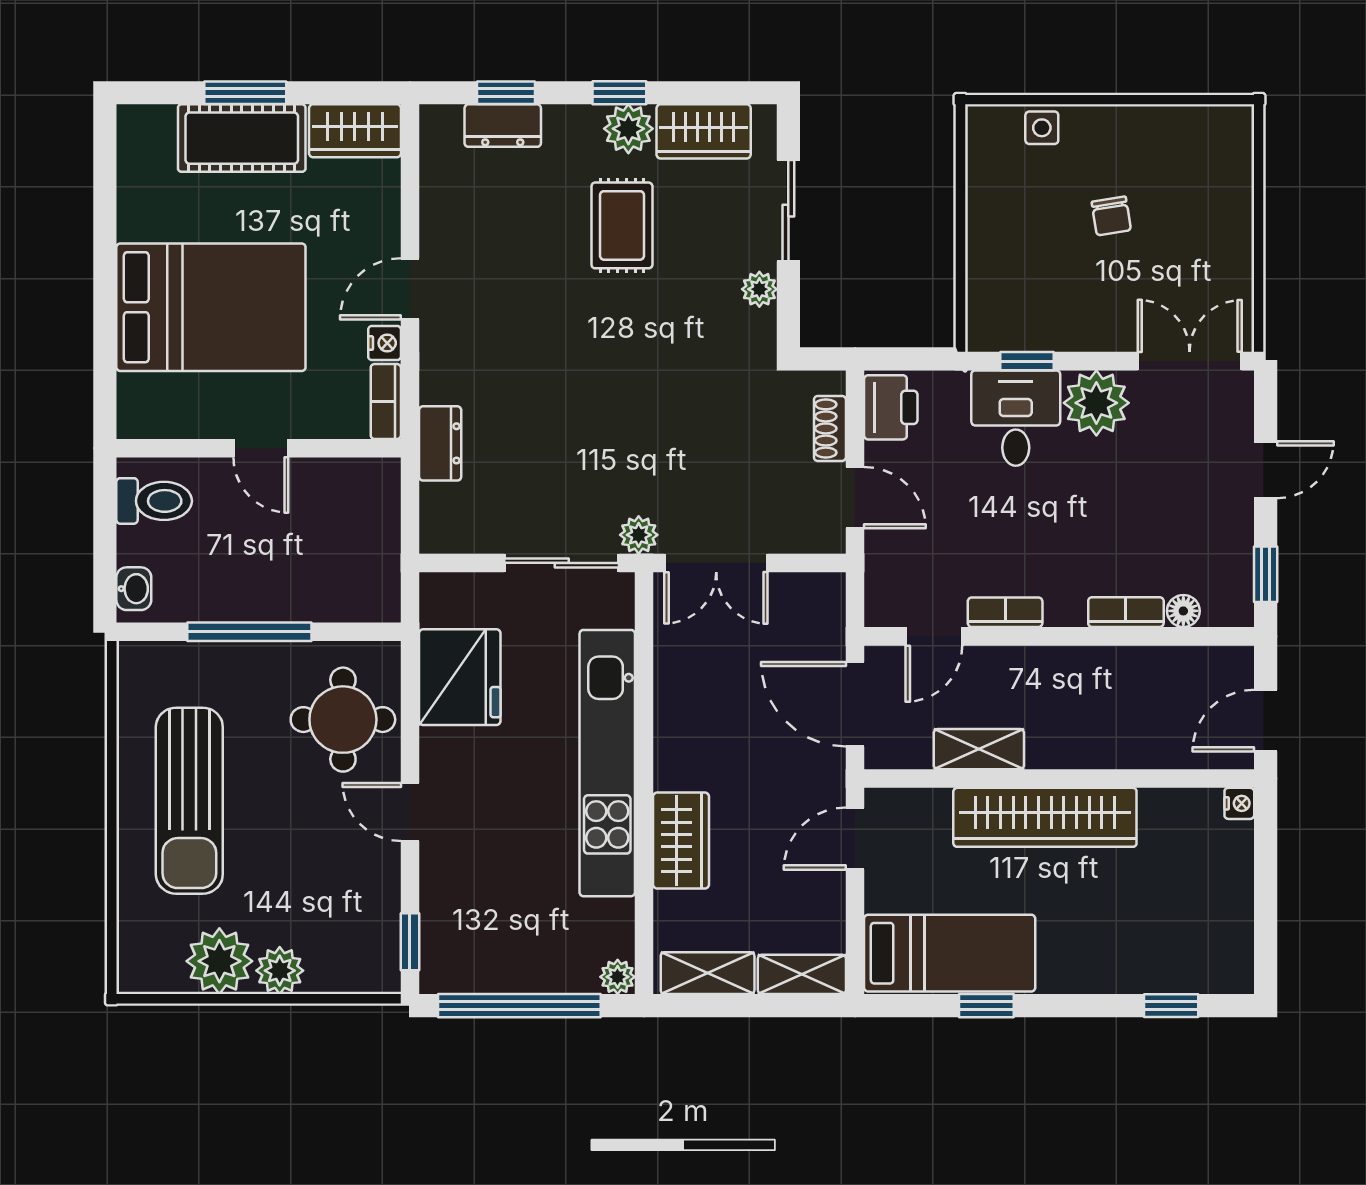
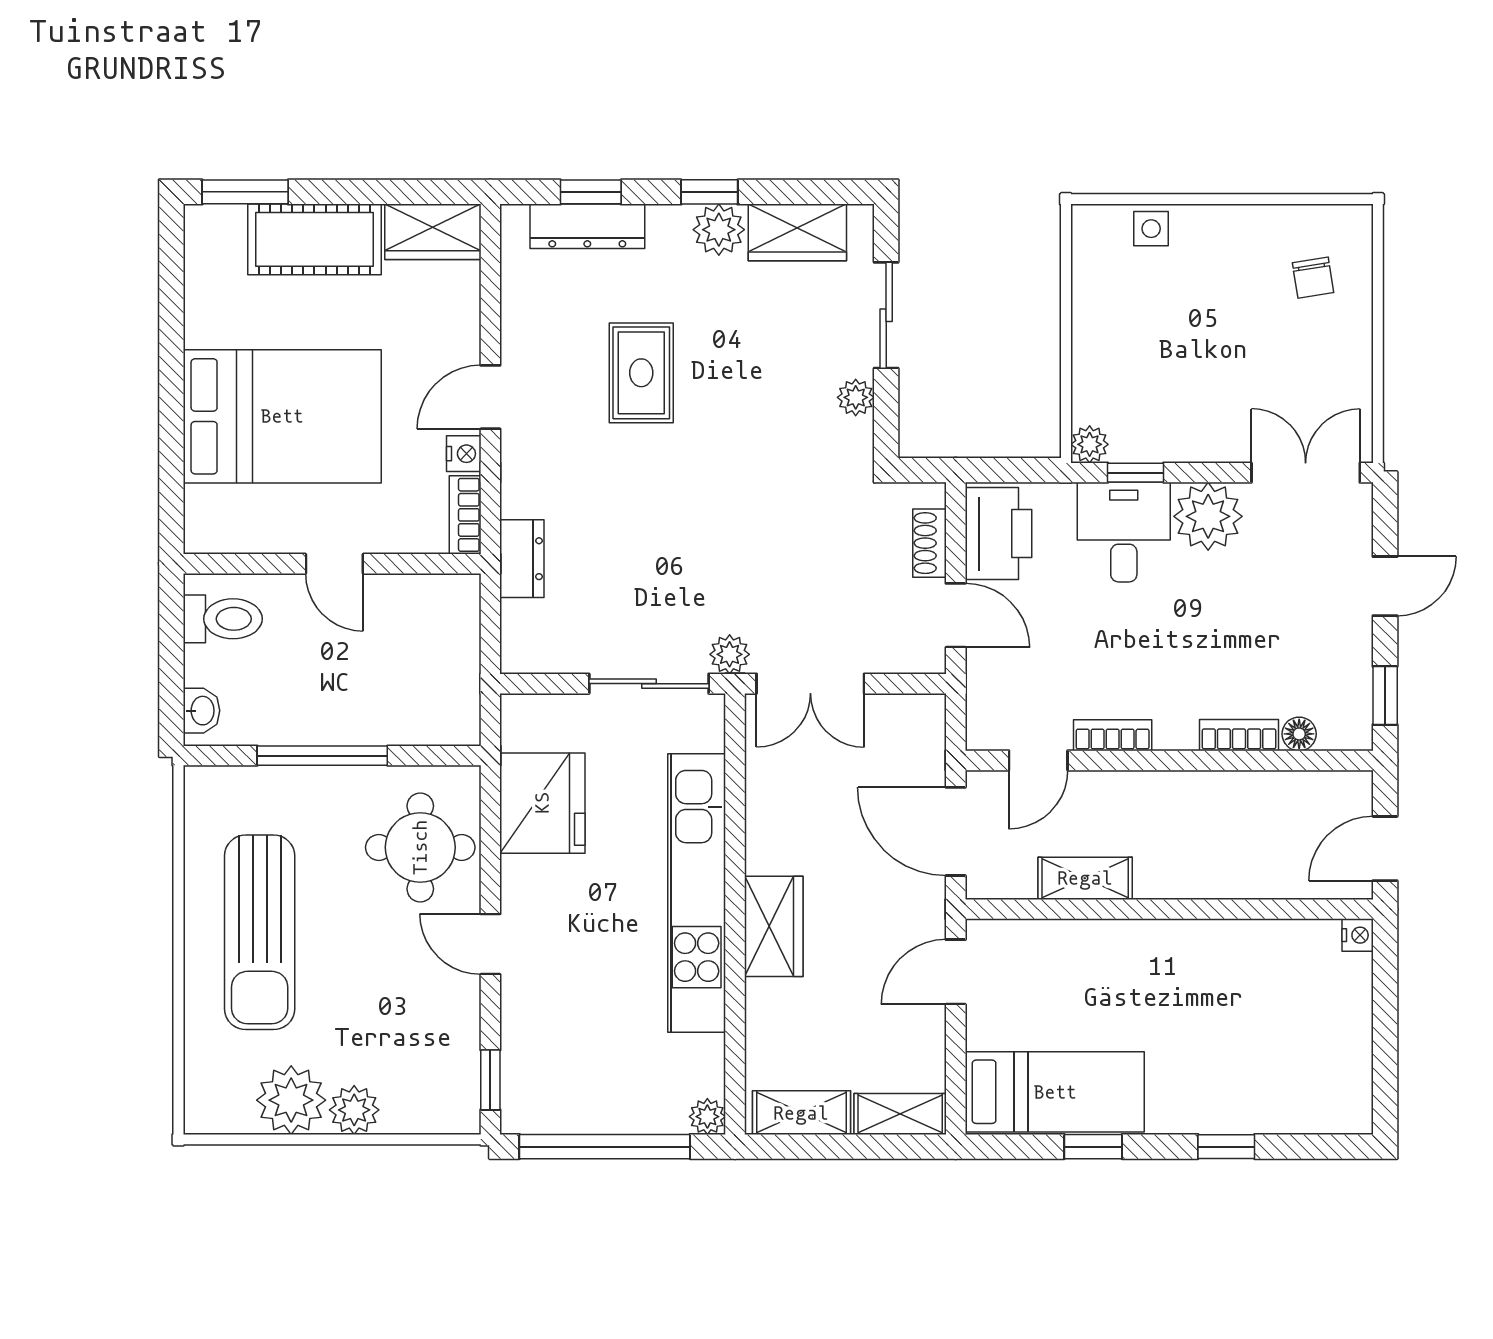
window: (245, 93) -> (245, 192), moved
dresser: (503, 126) -> (587, 226), width x1.44
chair: (1111, 216) -> (1313, 278), moved
rug: (622, 225) -> (641, 373), moved
plant: (983, 334) -> (1090, 444), added
printer: (891, 407) -> (998, 534), width x1.37, depth x1.19
wardrobe: (1045, 817) -> (1154, 950), removed
wardrobe: (681, 841) -> (774, 926), moved
window: (1171, 1006) -> (1226, 1147), moved

